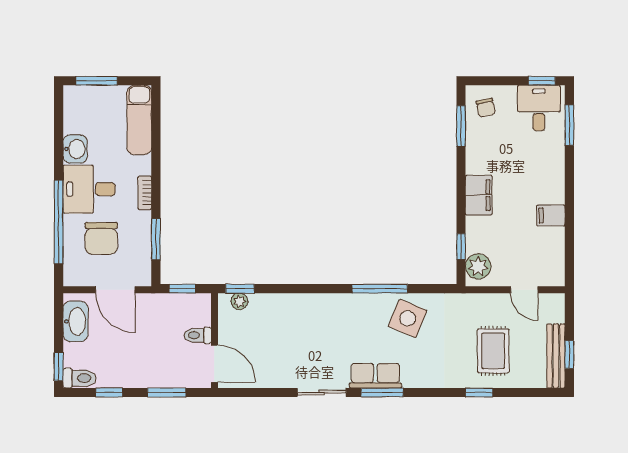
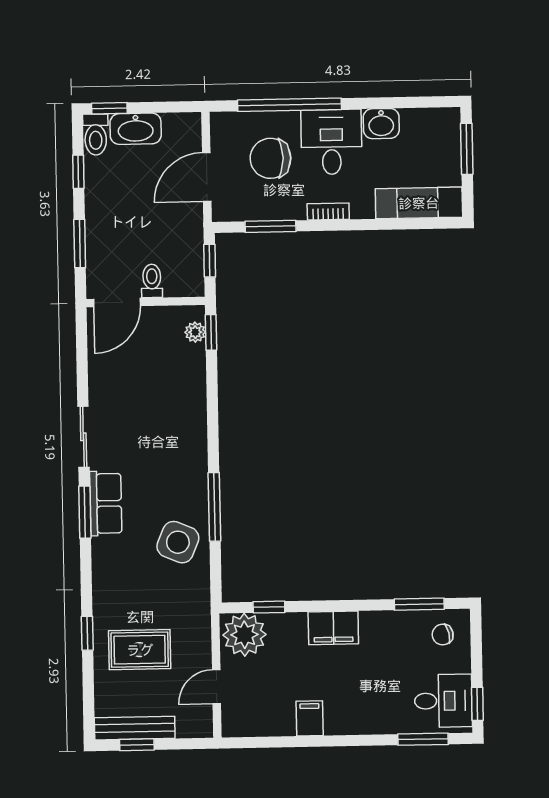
plant: (478, 266) -> (244, 635), width x1.36, depth x1.36
washbasin: (75, 321) -> (136, 129), moved

